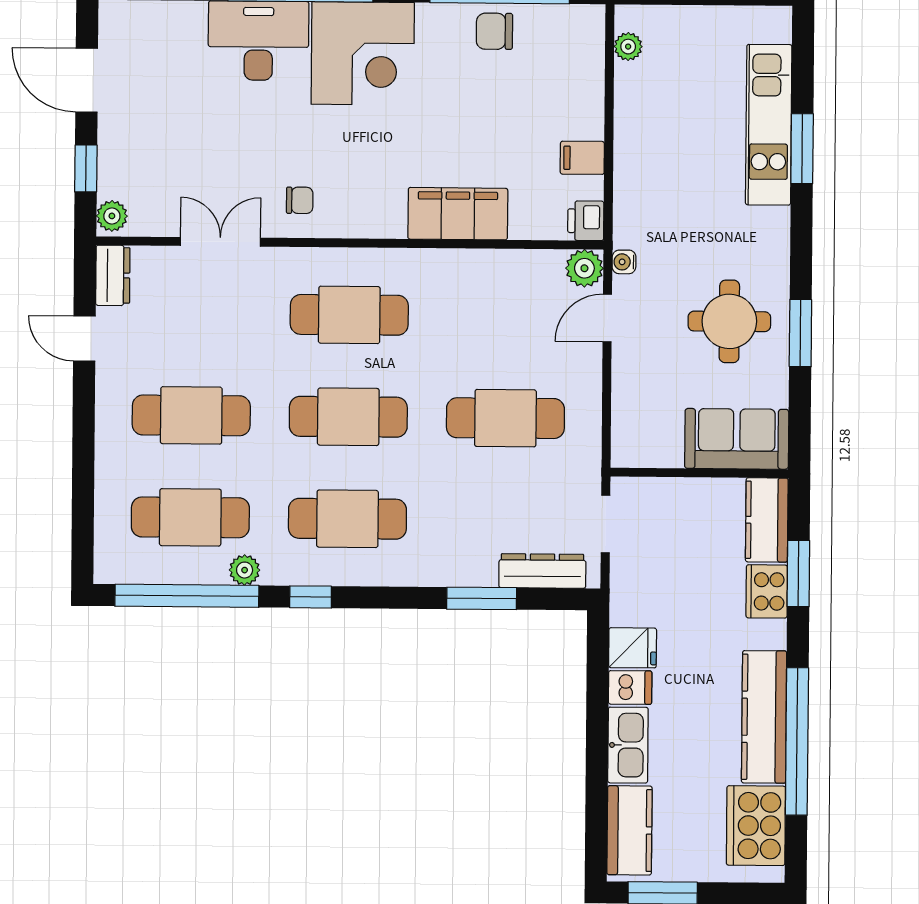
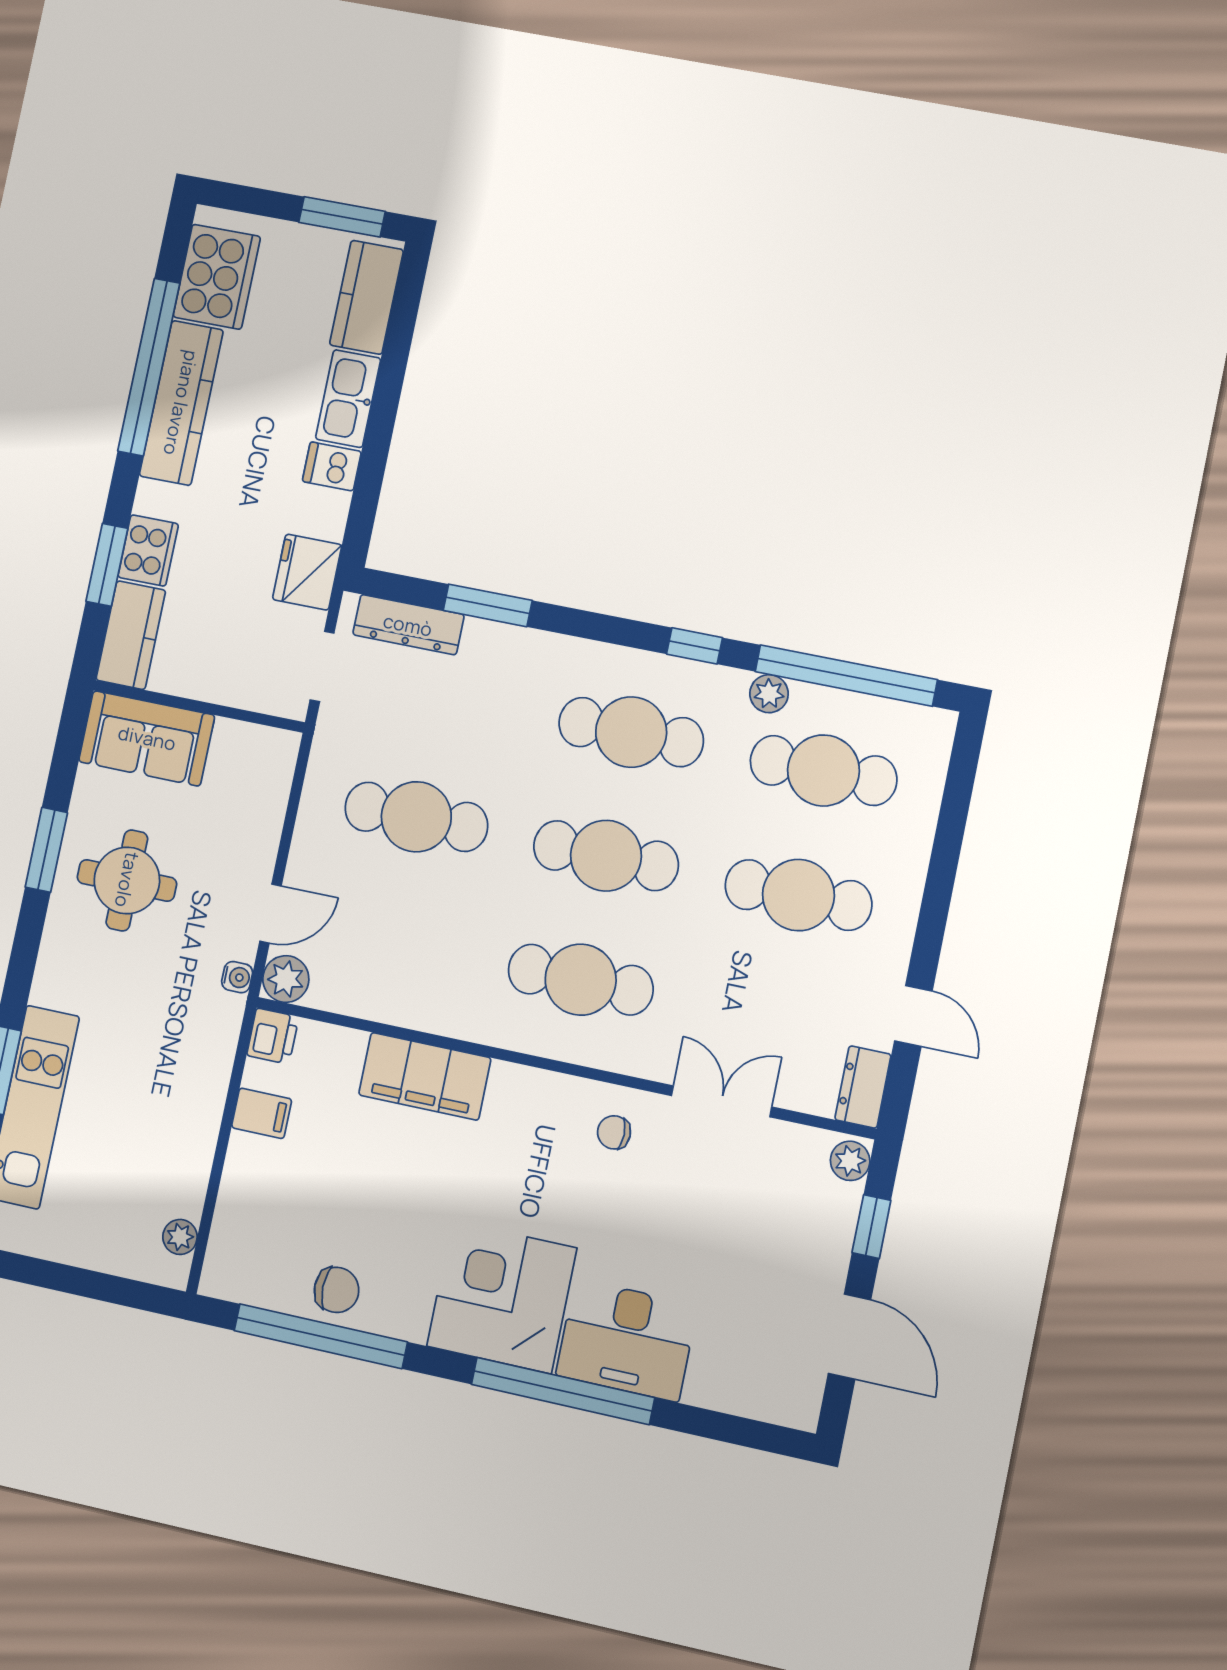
double door: (220, 242) -> (721, 1101), swing flipped
fridge: (633, 648) -> (307, 572), moved, width x1.38

